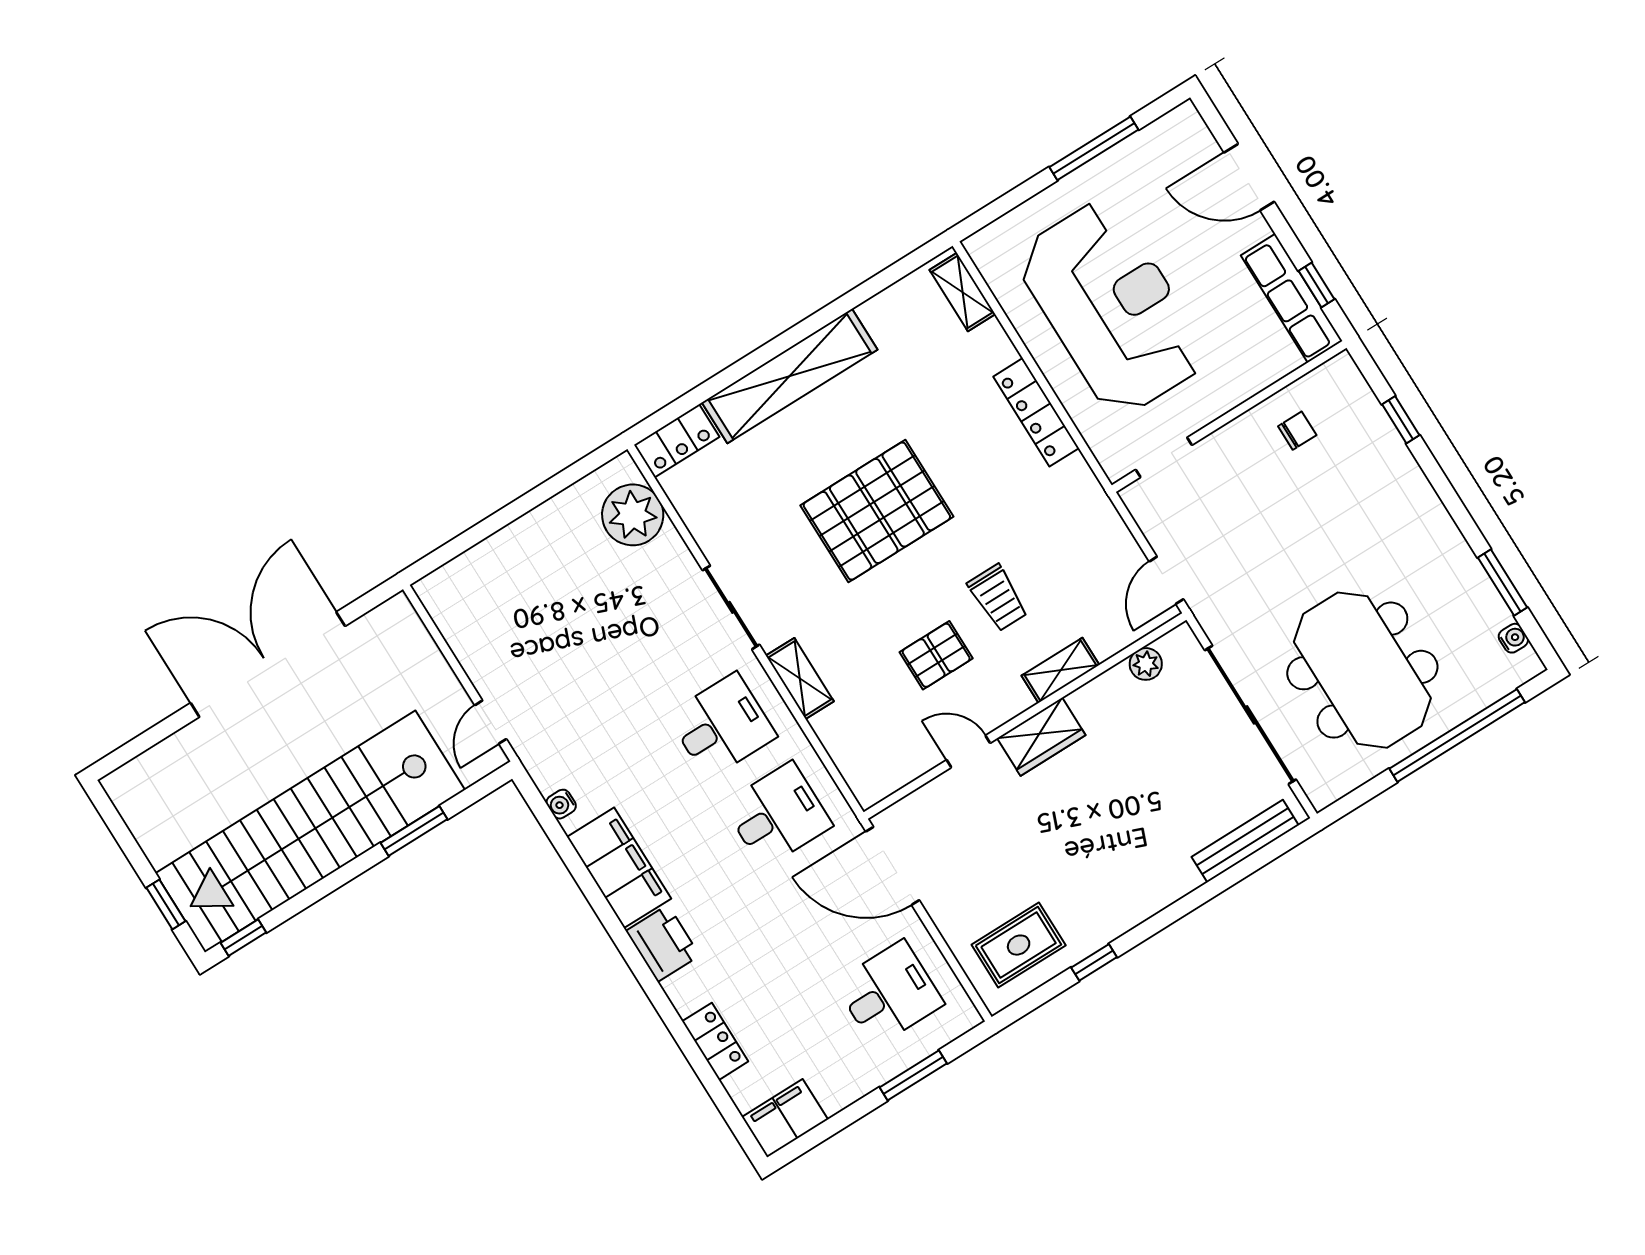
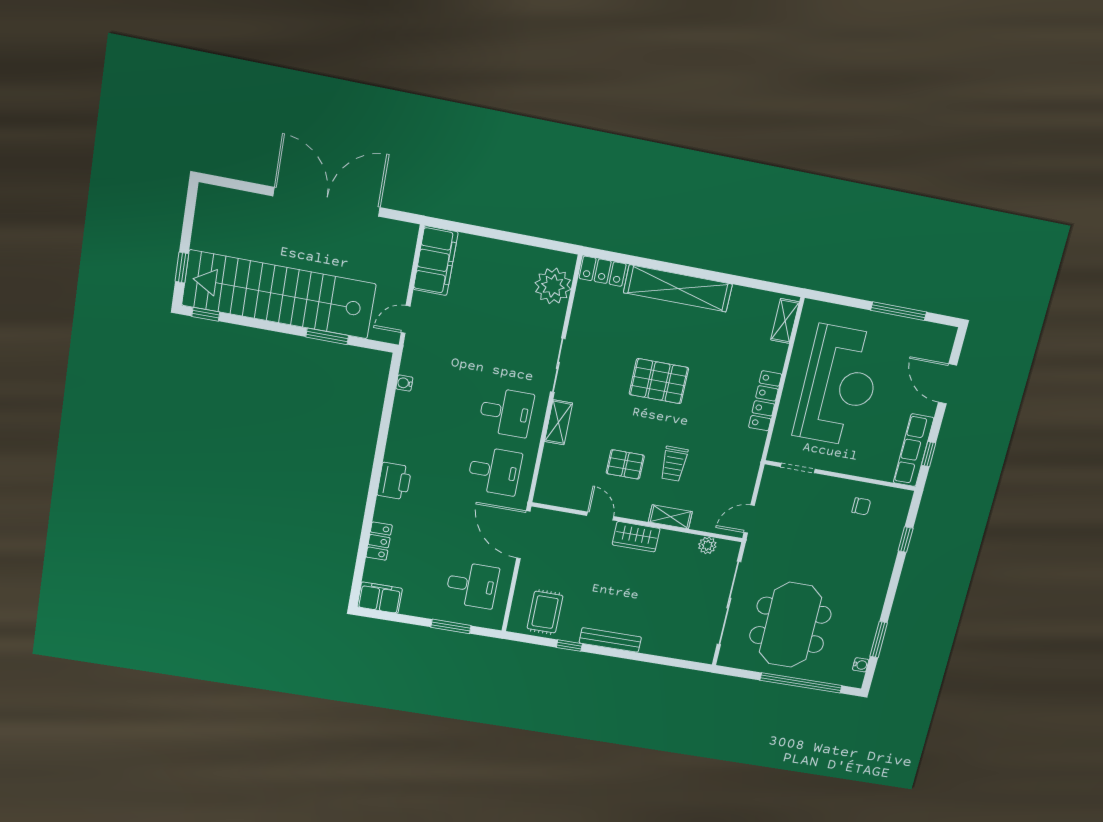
pallet: (877, 511) -> (659, 381), width x0.73, depth x0.71
bench: (1245, 841) -> (610, 640), moved
filing cabinet: (619, 868) -> (436, 261), moved
rug: (1019, 945) -> (545, 612), turned 90

